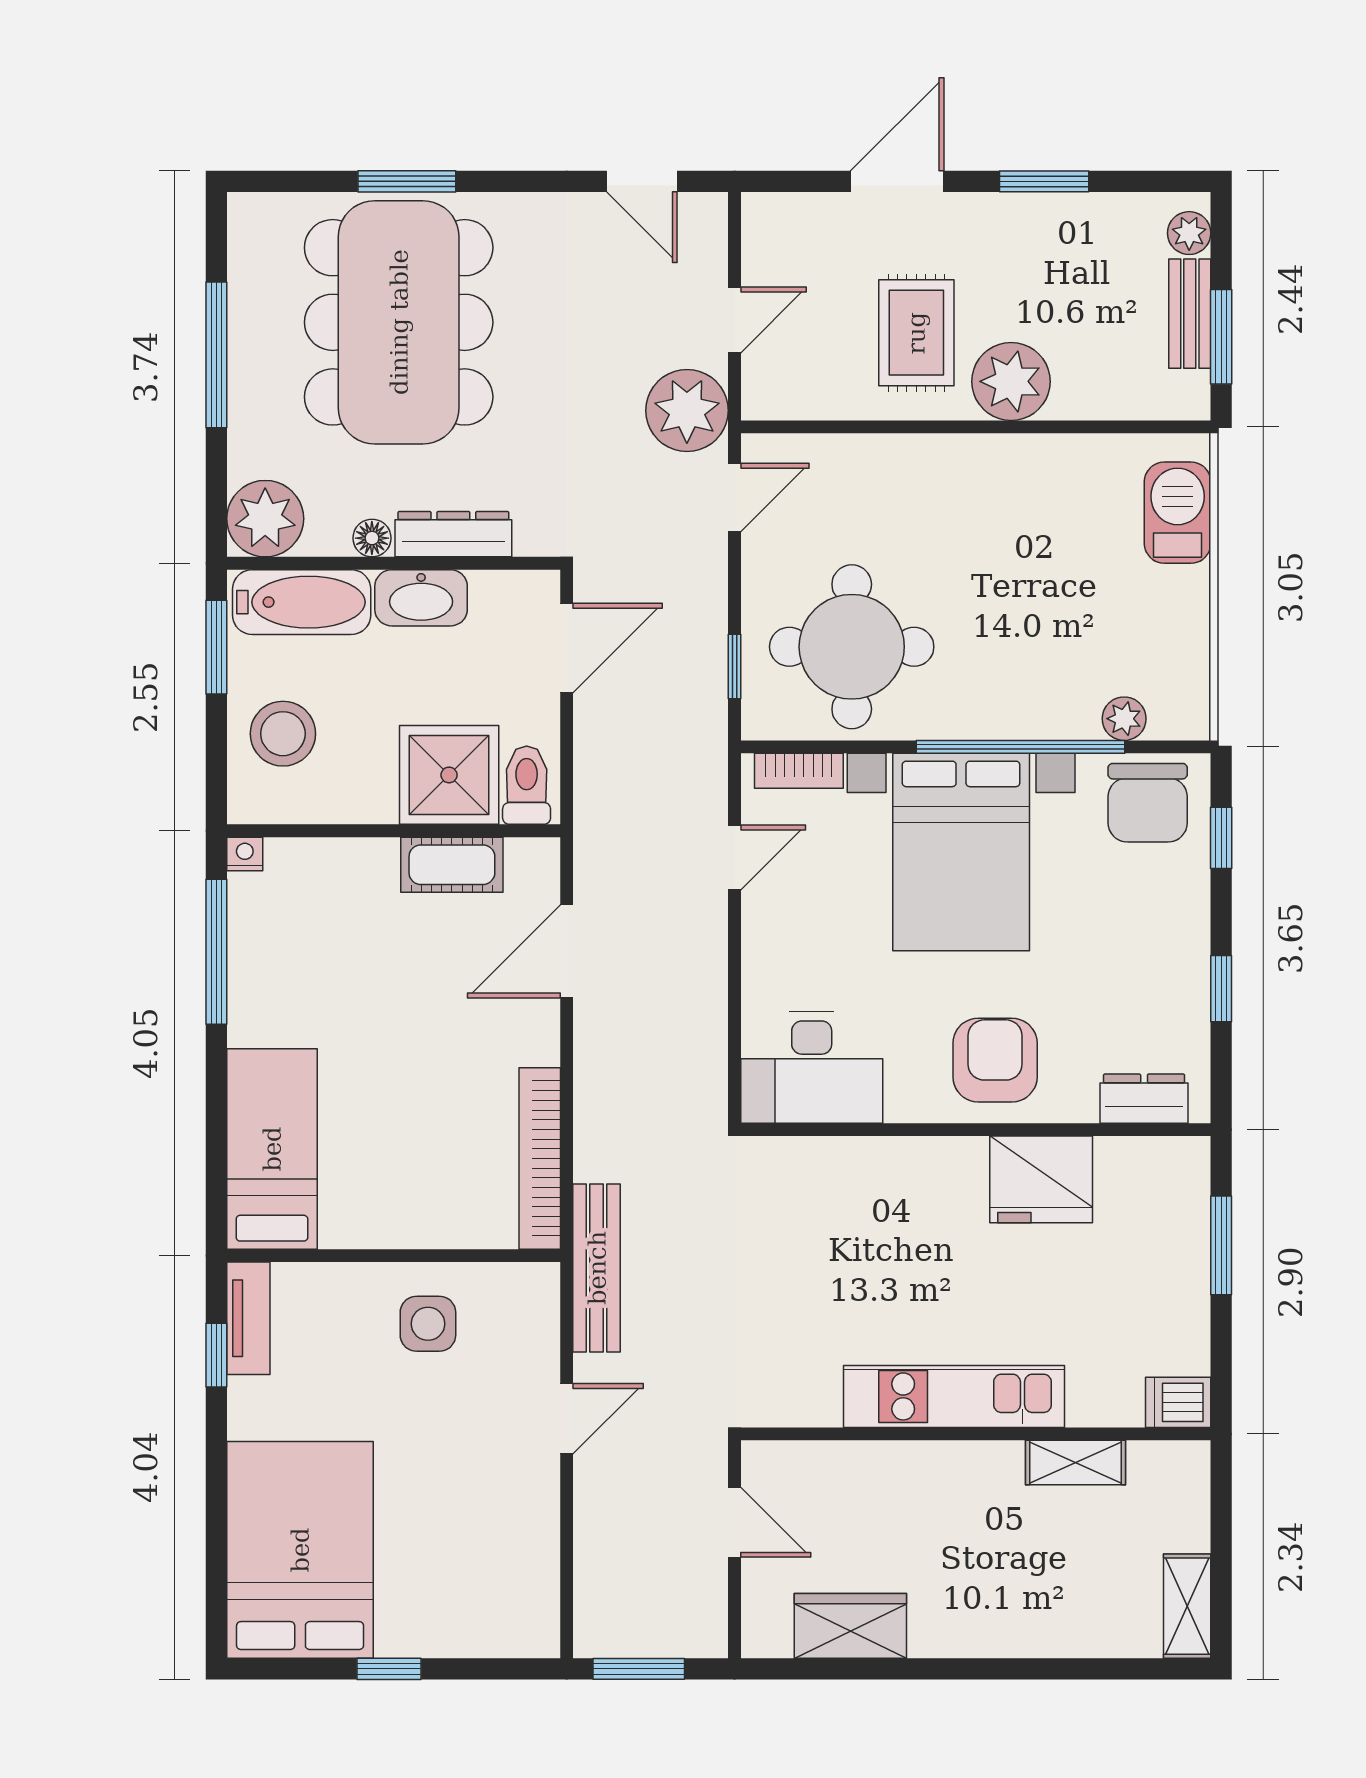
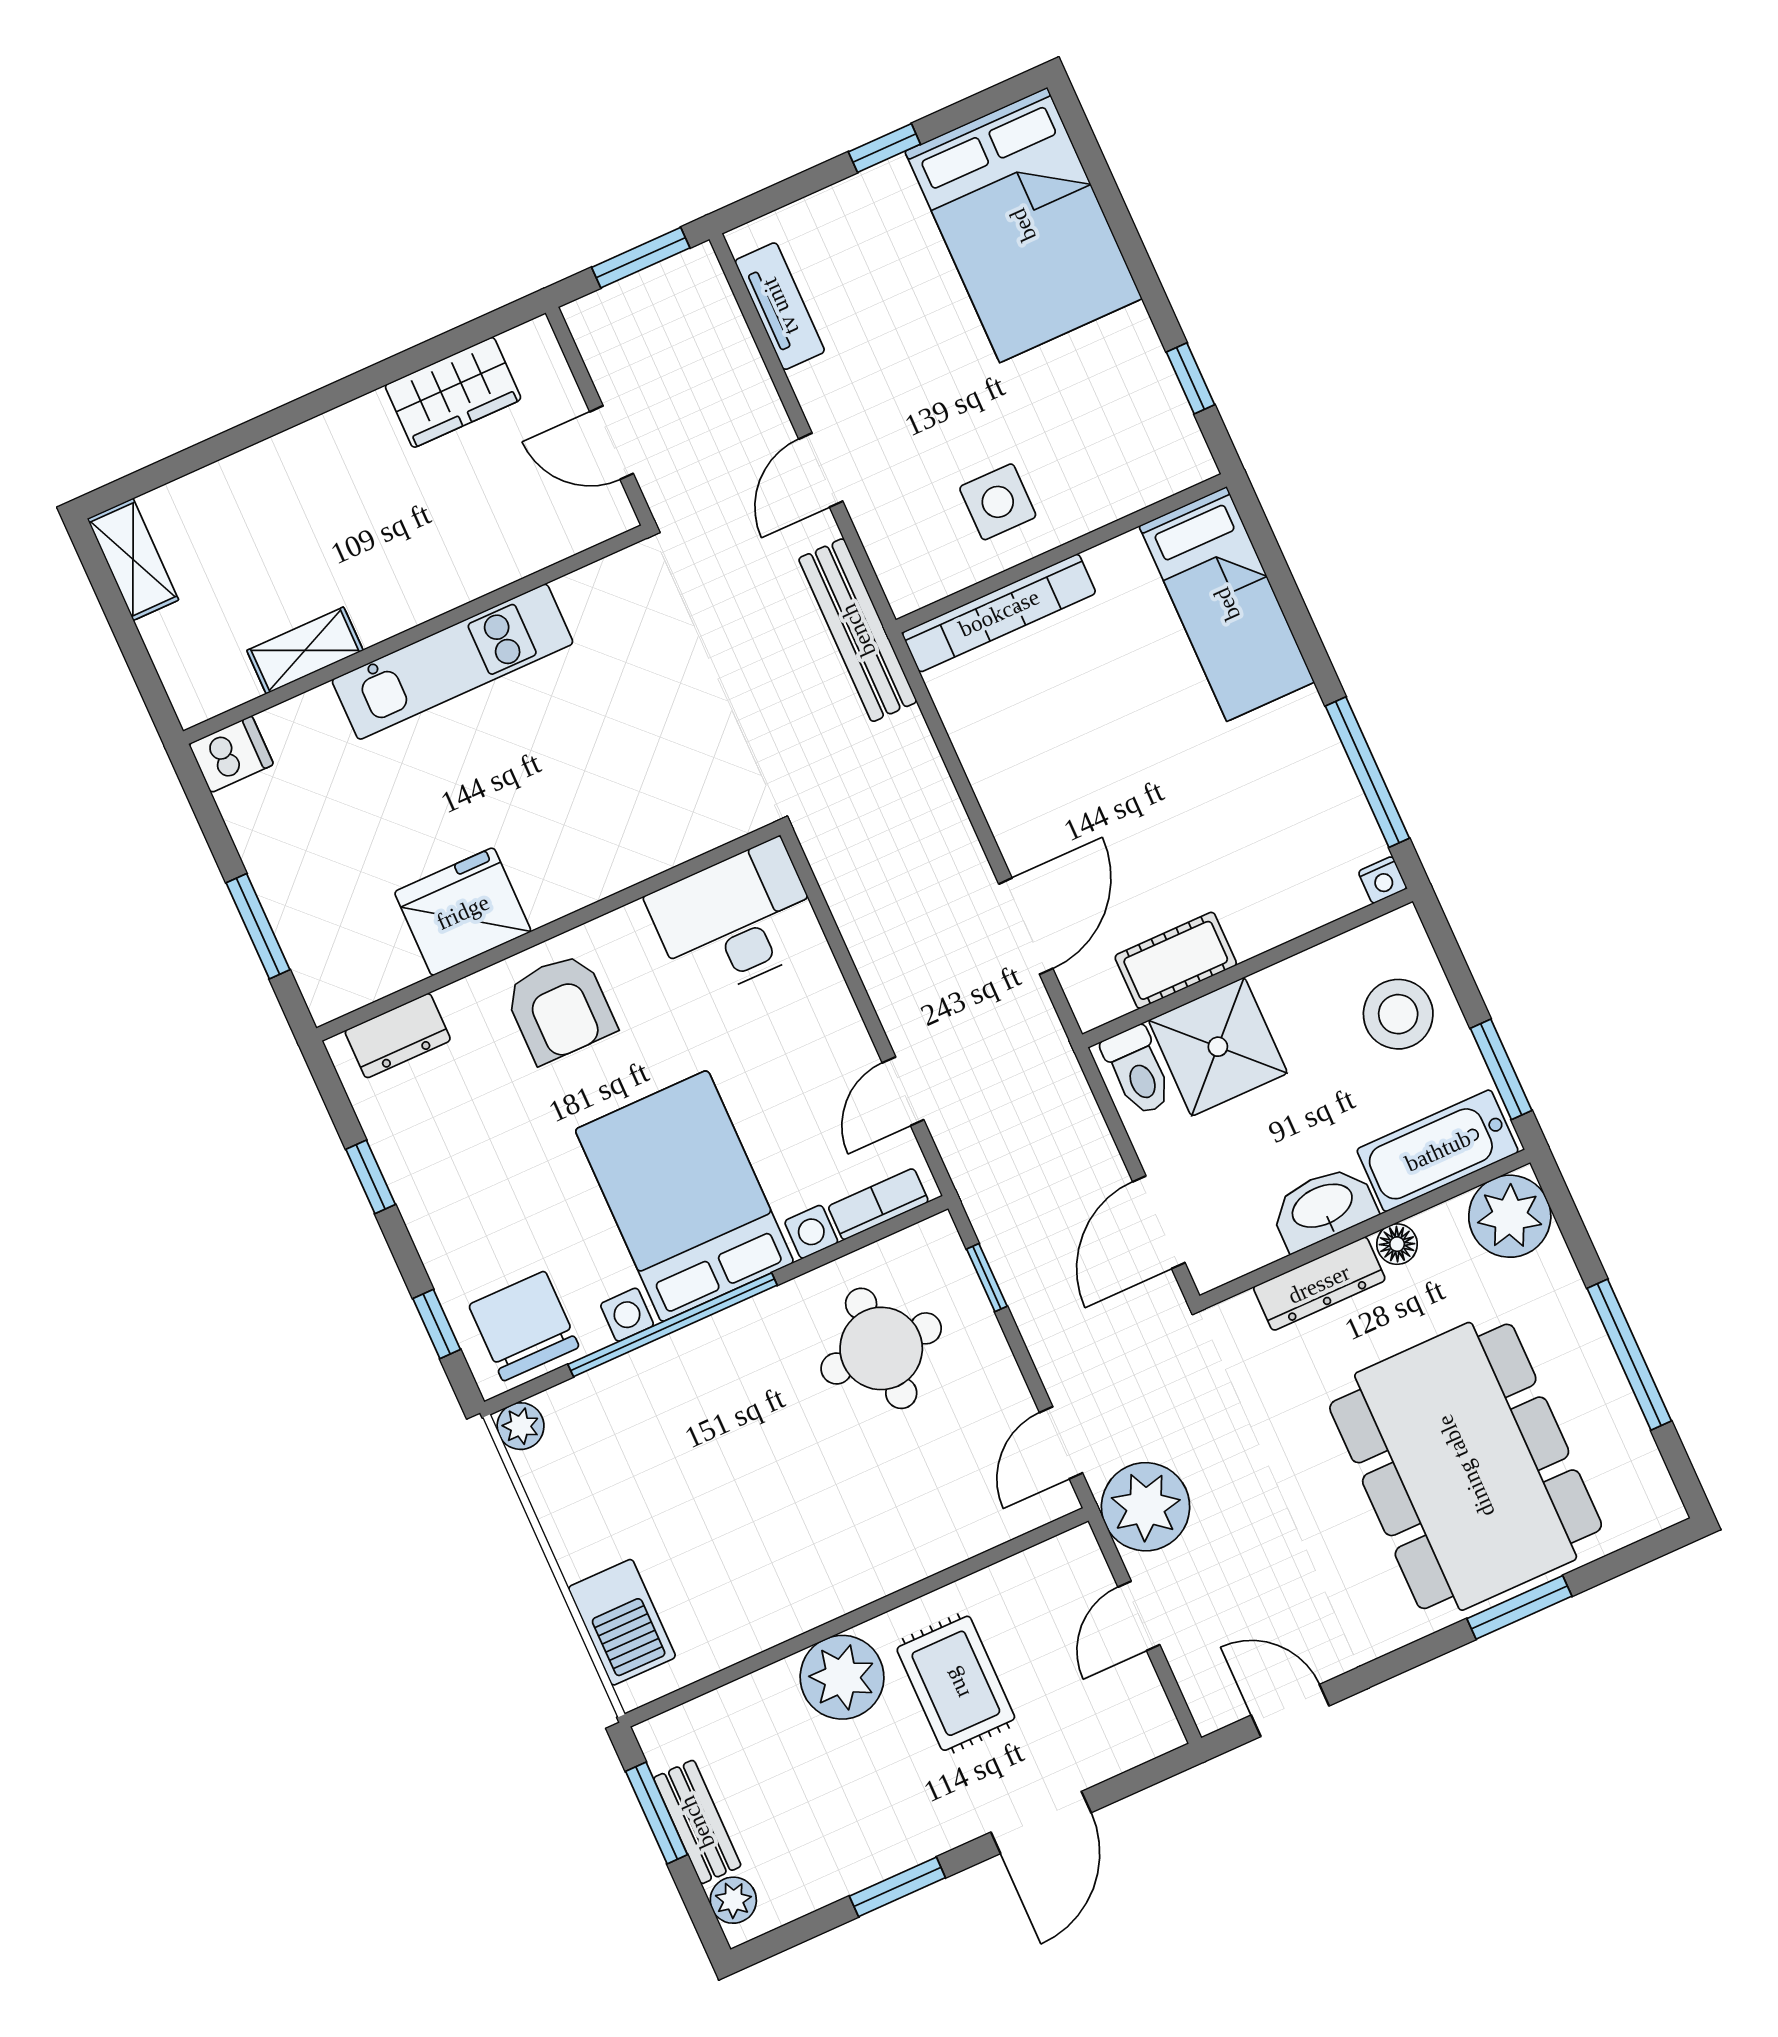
round table: (852, 647) -> (881, 1348), width x0.73, depth x0.73
plant: (1124, 719) -> (521, 1426), moved
bookcase: (540, 1158) -> (999, 613), moved, turned 90
tv unit: (248, 1318) -> (780, 306), moved, turned 180

